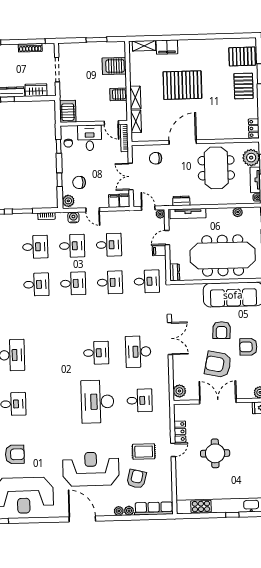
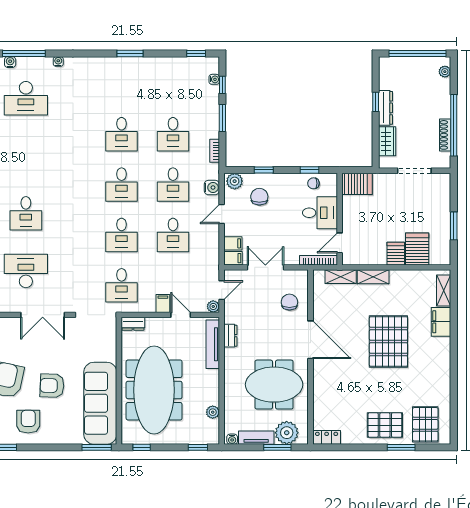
server rack: (118, 94) -> (396, 254), moved

